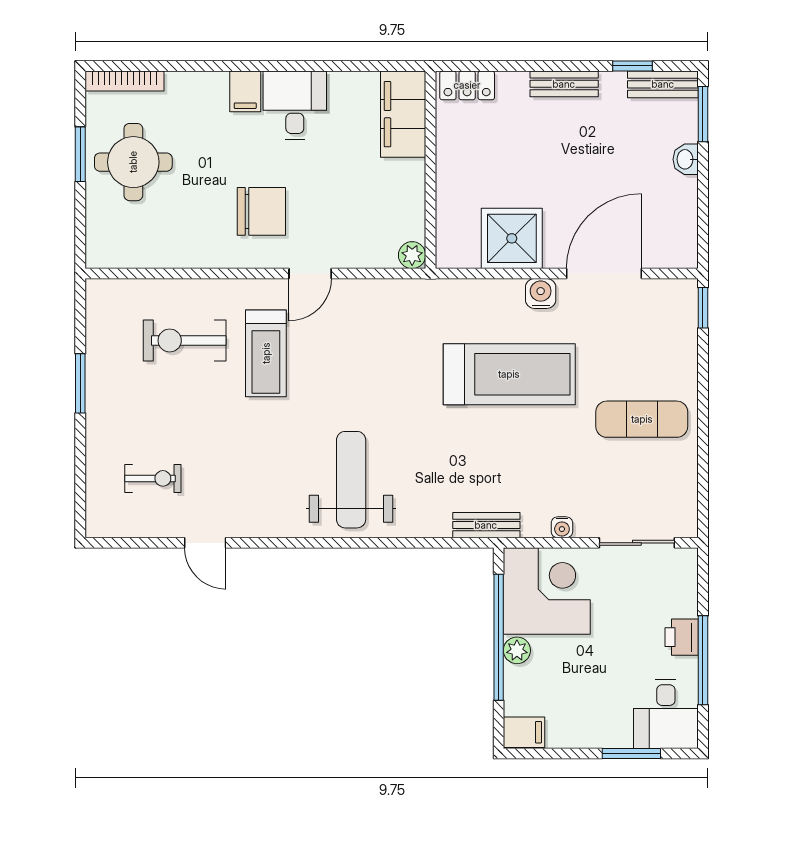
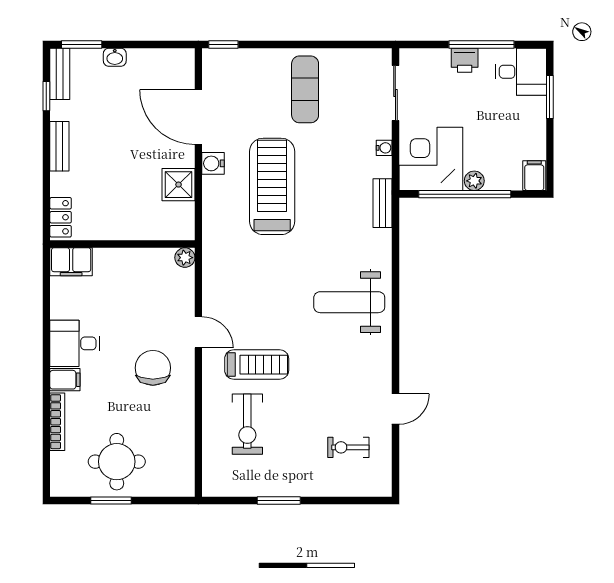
bookcase: (124, 81) -> (57, 422), moved
filing cabinet: (403, 114) -> (71, 262), width x0.67, depth x0.86
shower: (512, 238) -> (179, 185), width x0.73, depth x0.73
exercise bike: (153, 478) -> (348, 447), turned -90

